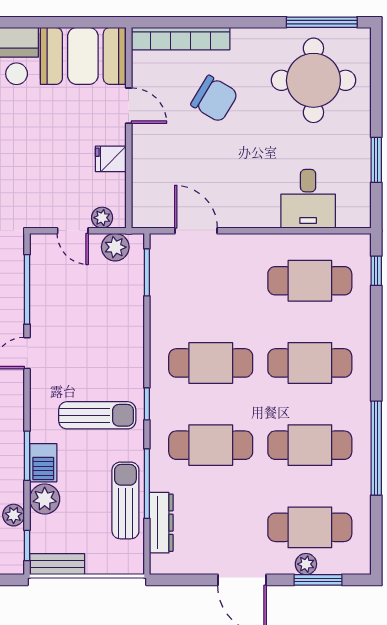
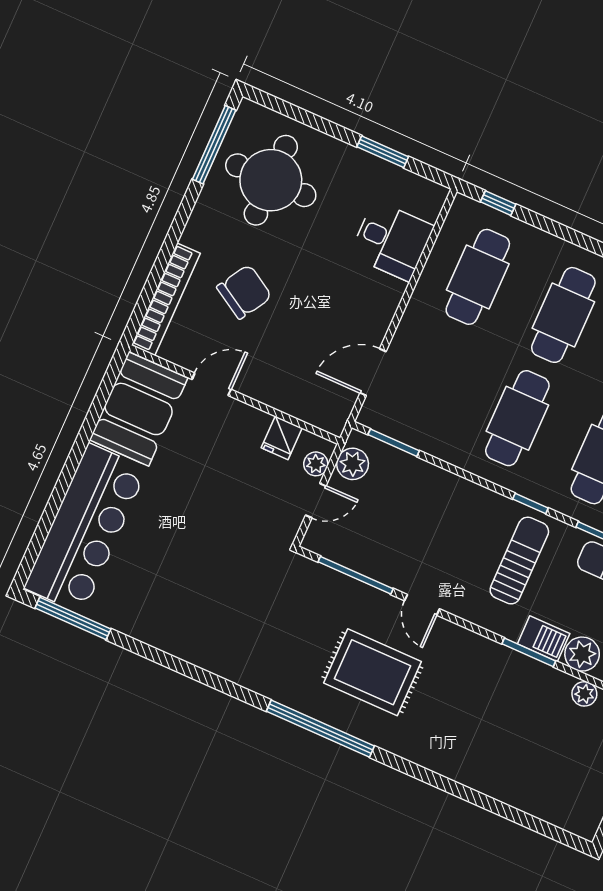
fridge: (111, 159) -> (282, 438), moved

